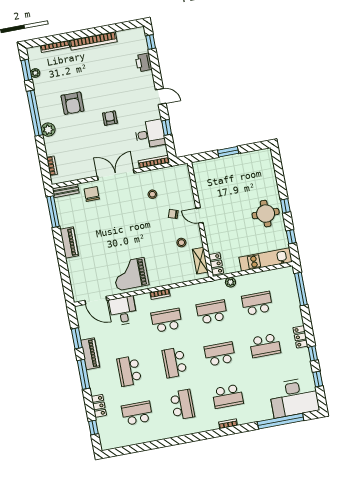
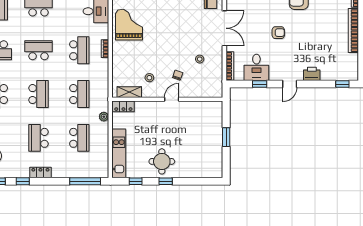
printer: (144, 62) -> (312, 74), moved

